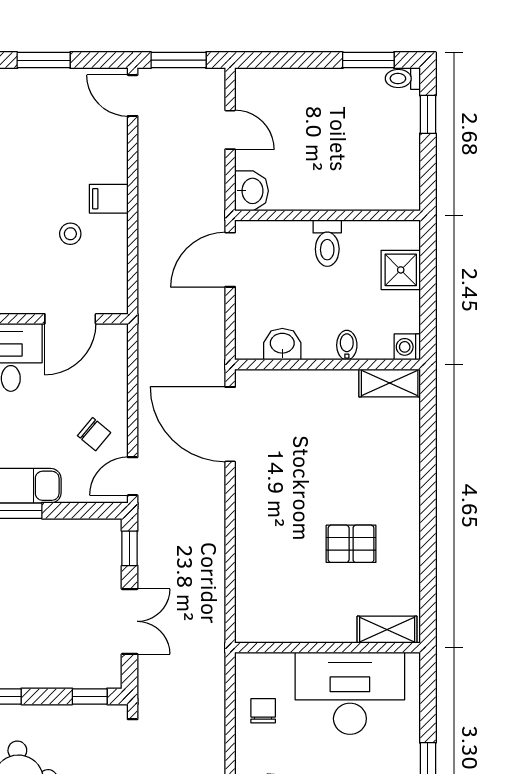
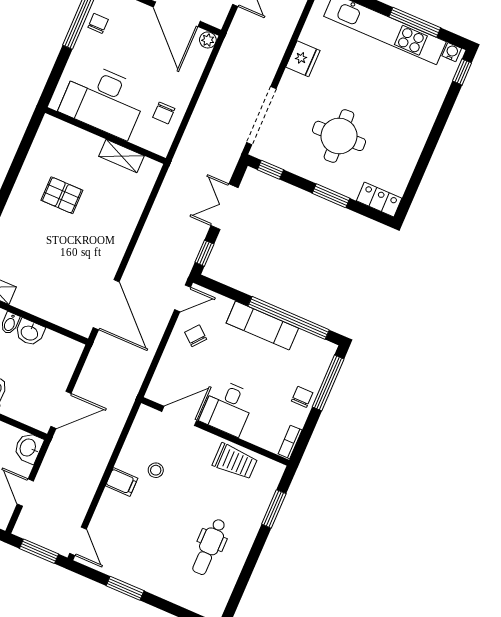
washbasin: (282, 344) -> (30, 332), moved
shelving: (387, 630) -> (122, 156), moved

